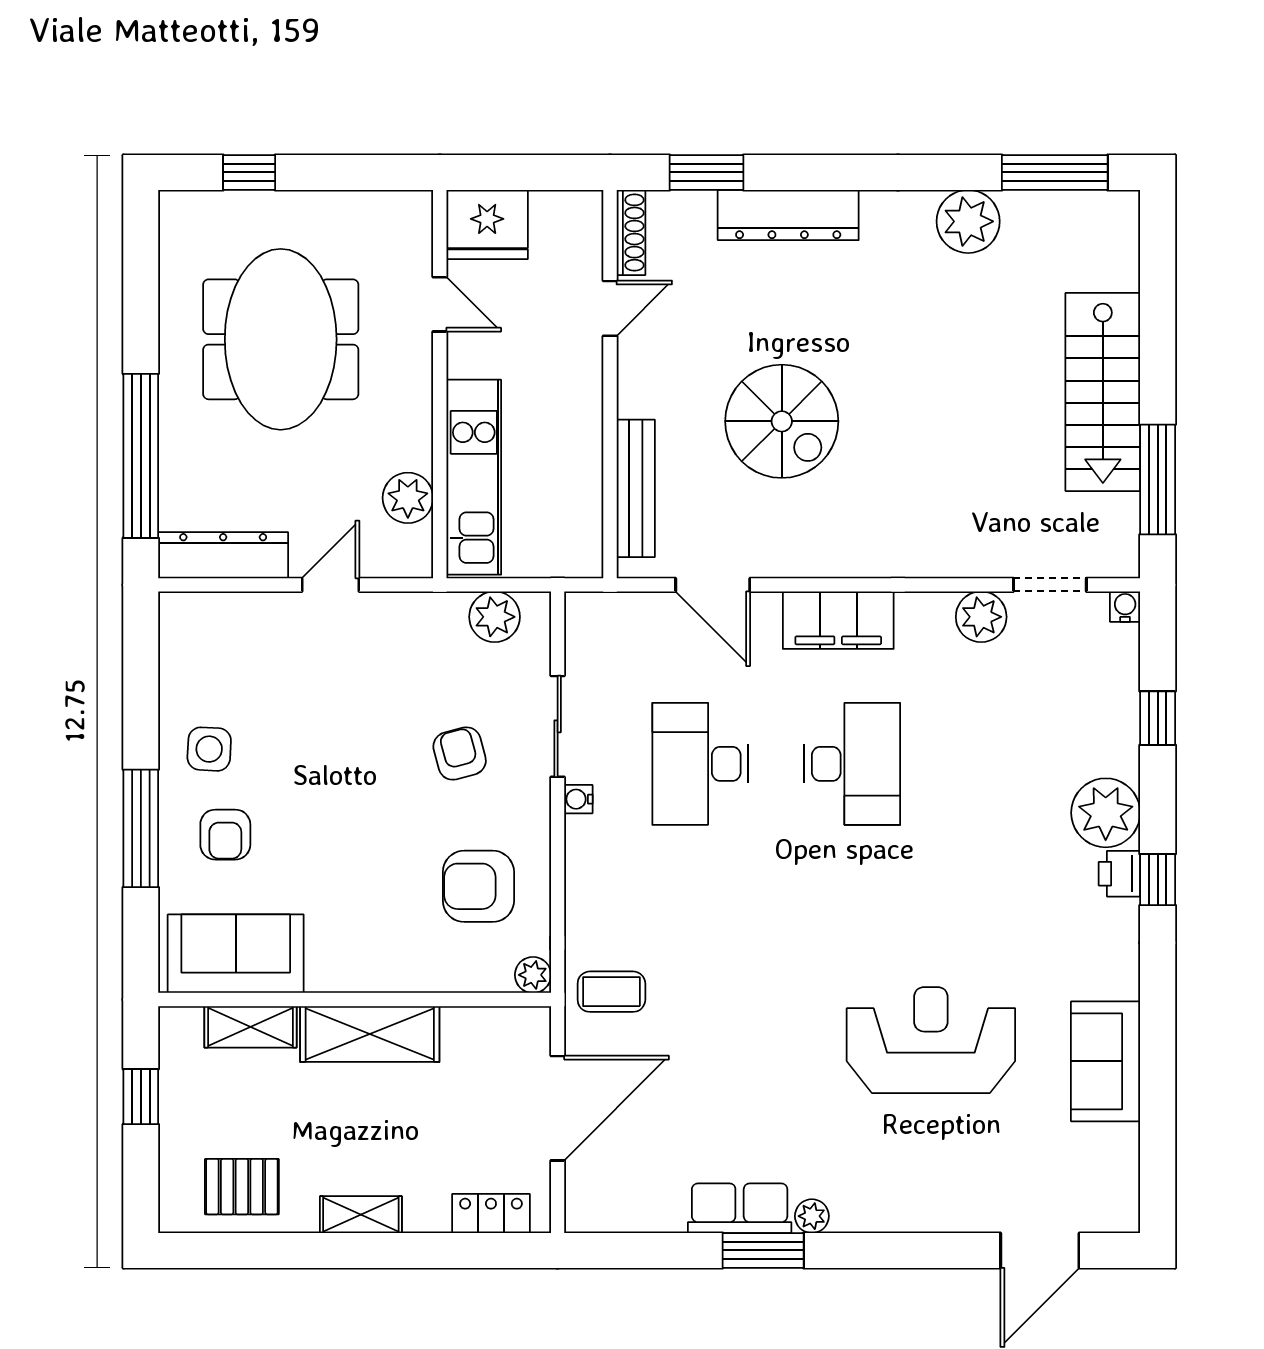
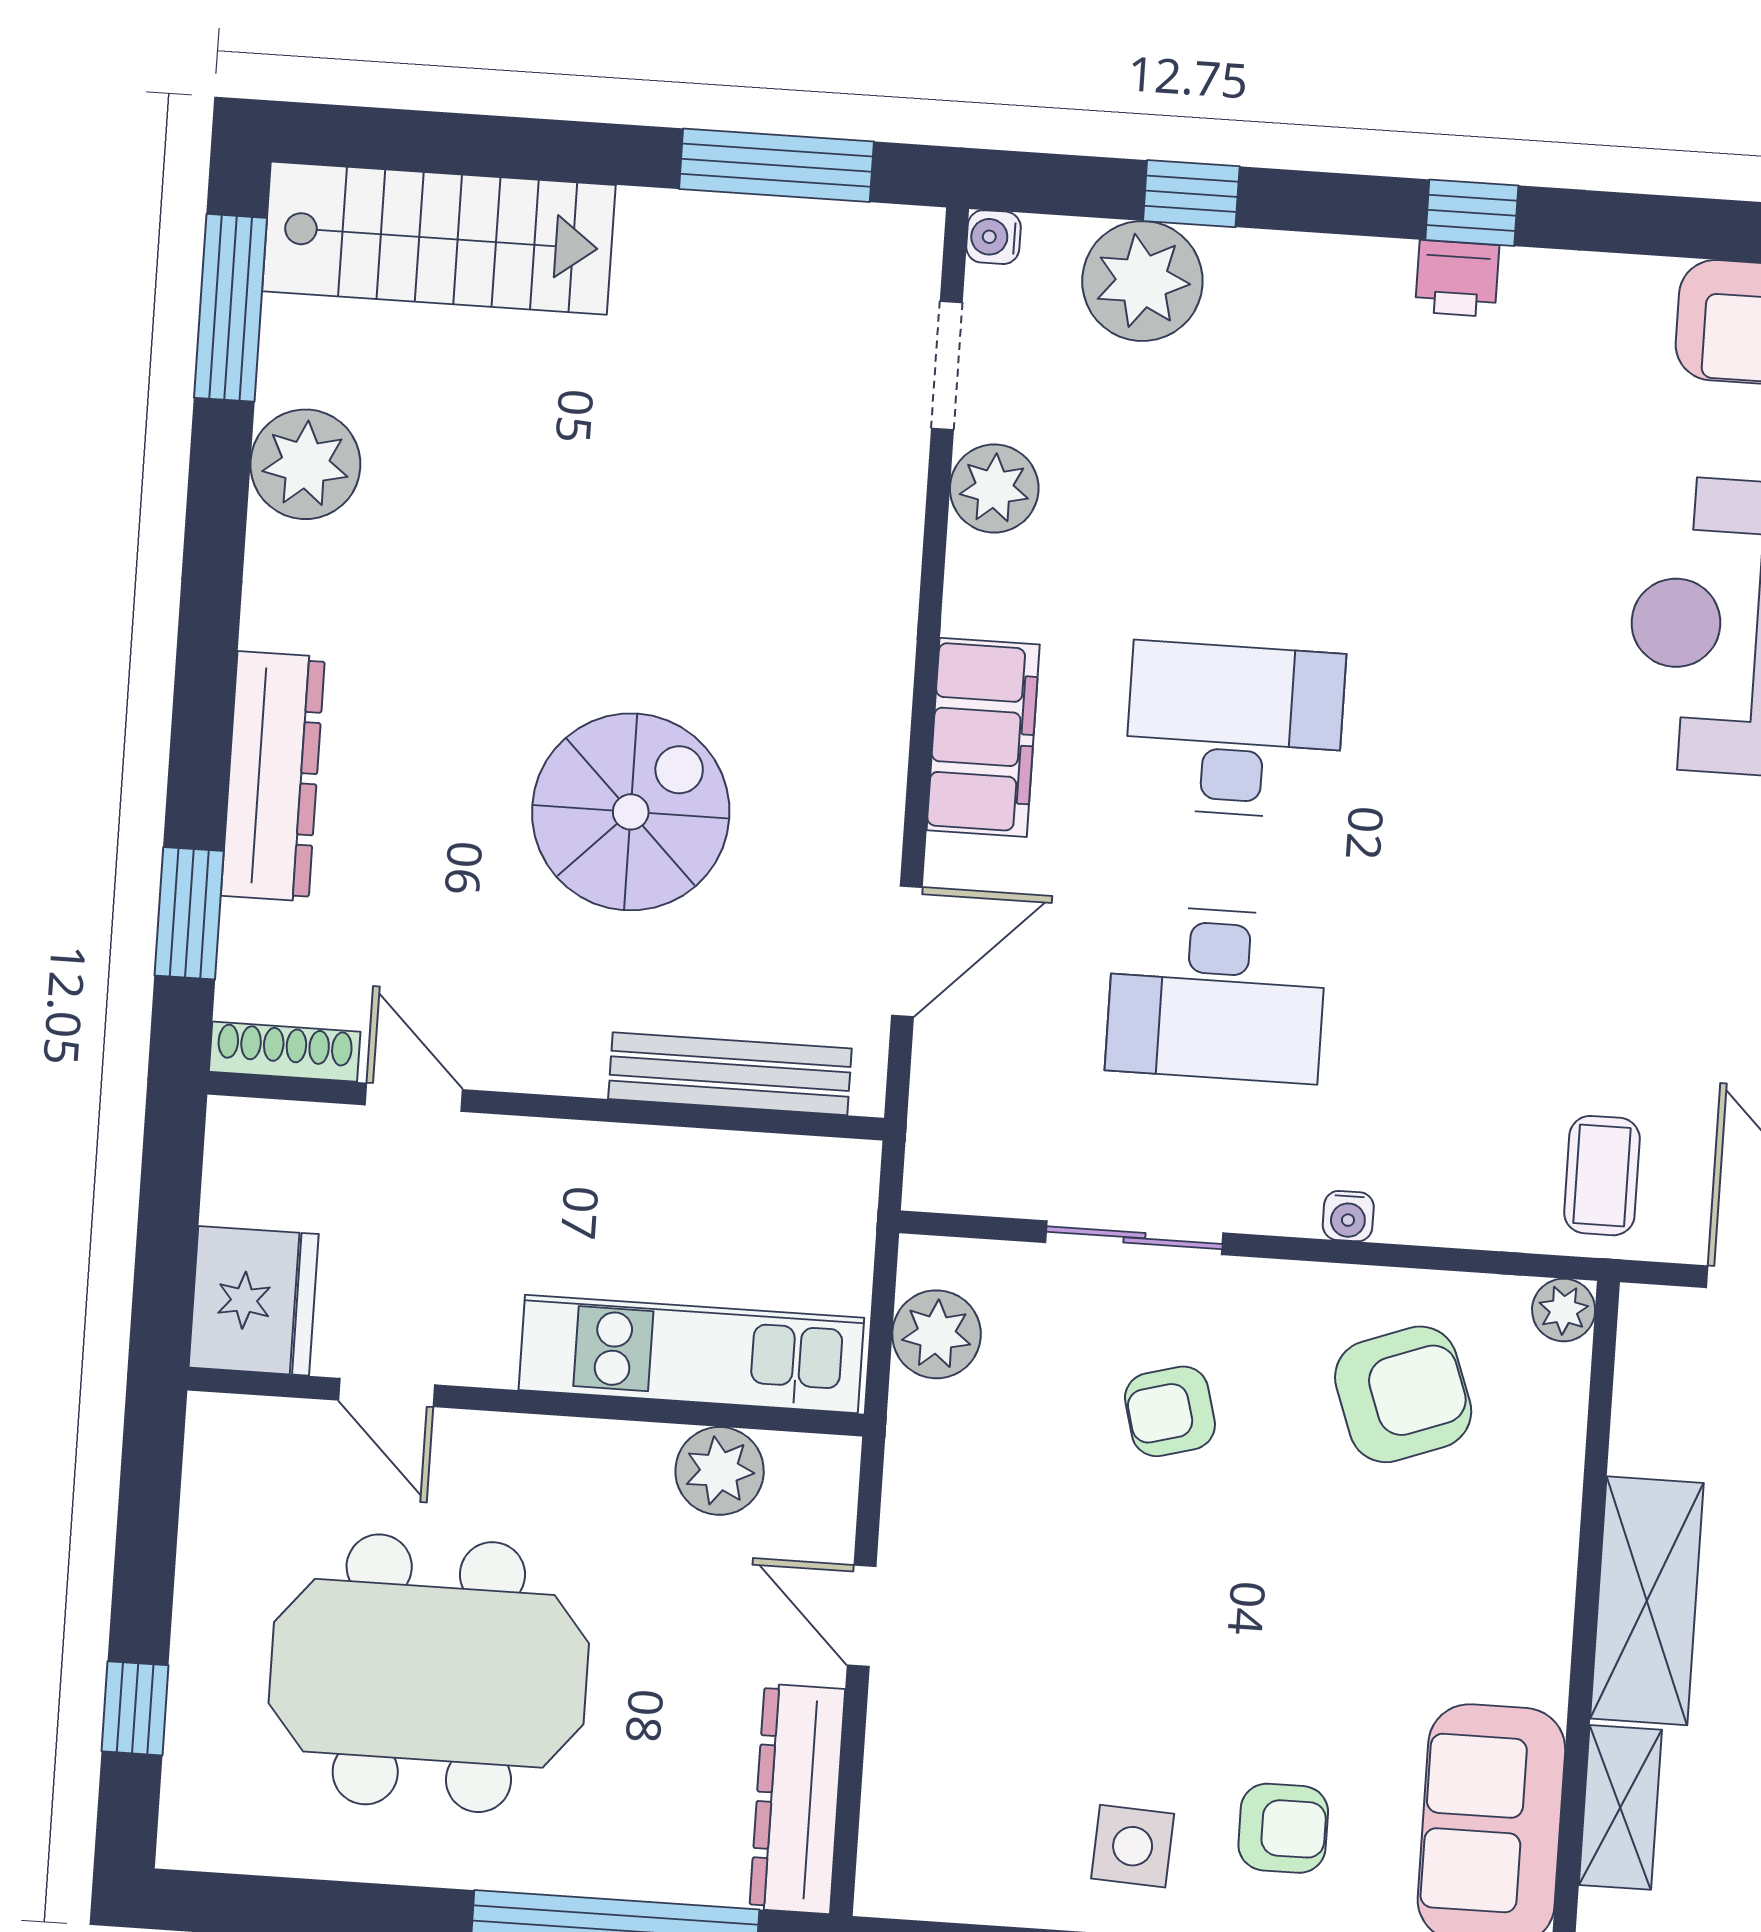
door: (440, 304) -> (387, 1393), swing flipped
stairs: (1103, 392) -> (439, 238), moved
water cooler: (578, 799) -> (1348, 1216), moved
plant: (1106, 813) -> (1142, 281), moved
armchair: (478, 886) -> (1403, 1394), turned -110

